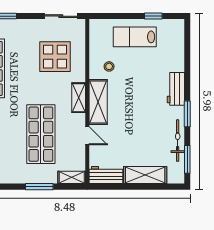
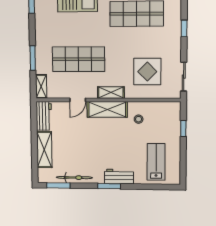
window: (153, 16) -> (183, 129), moved
lab bench: (135, 37) -> (156, 162), moved
window: (187, 114) -> (109, 186), moved

